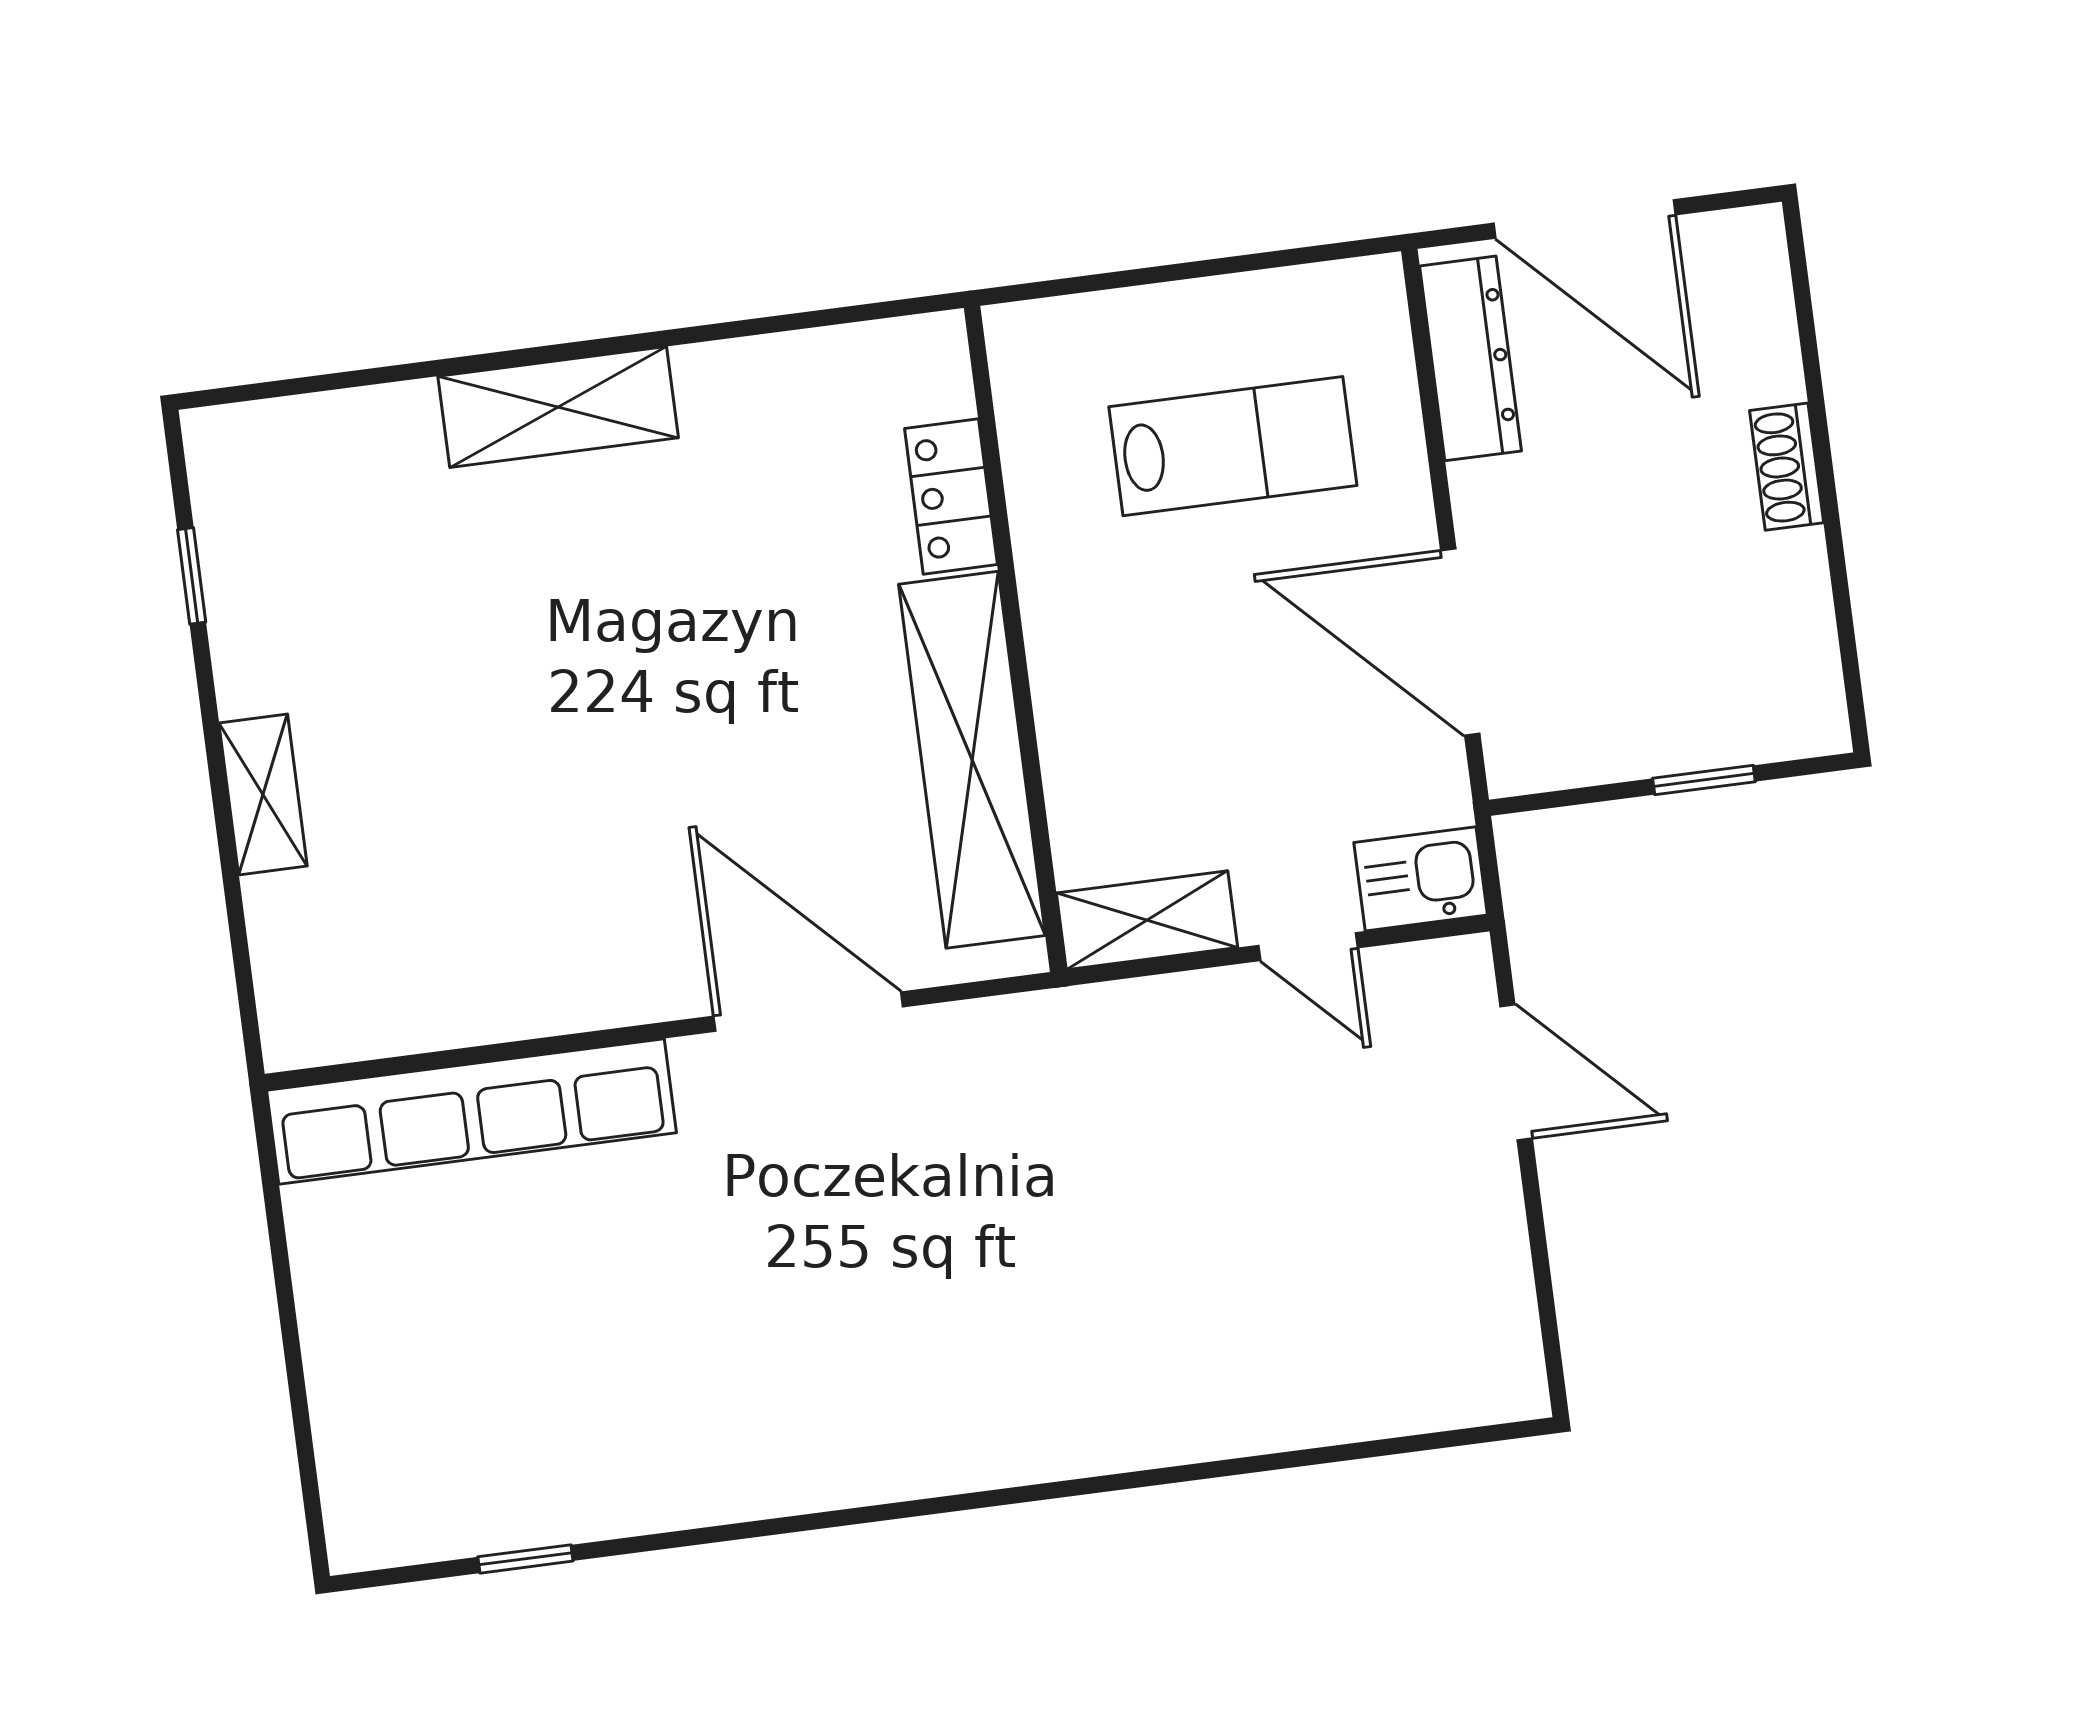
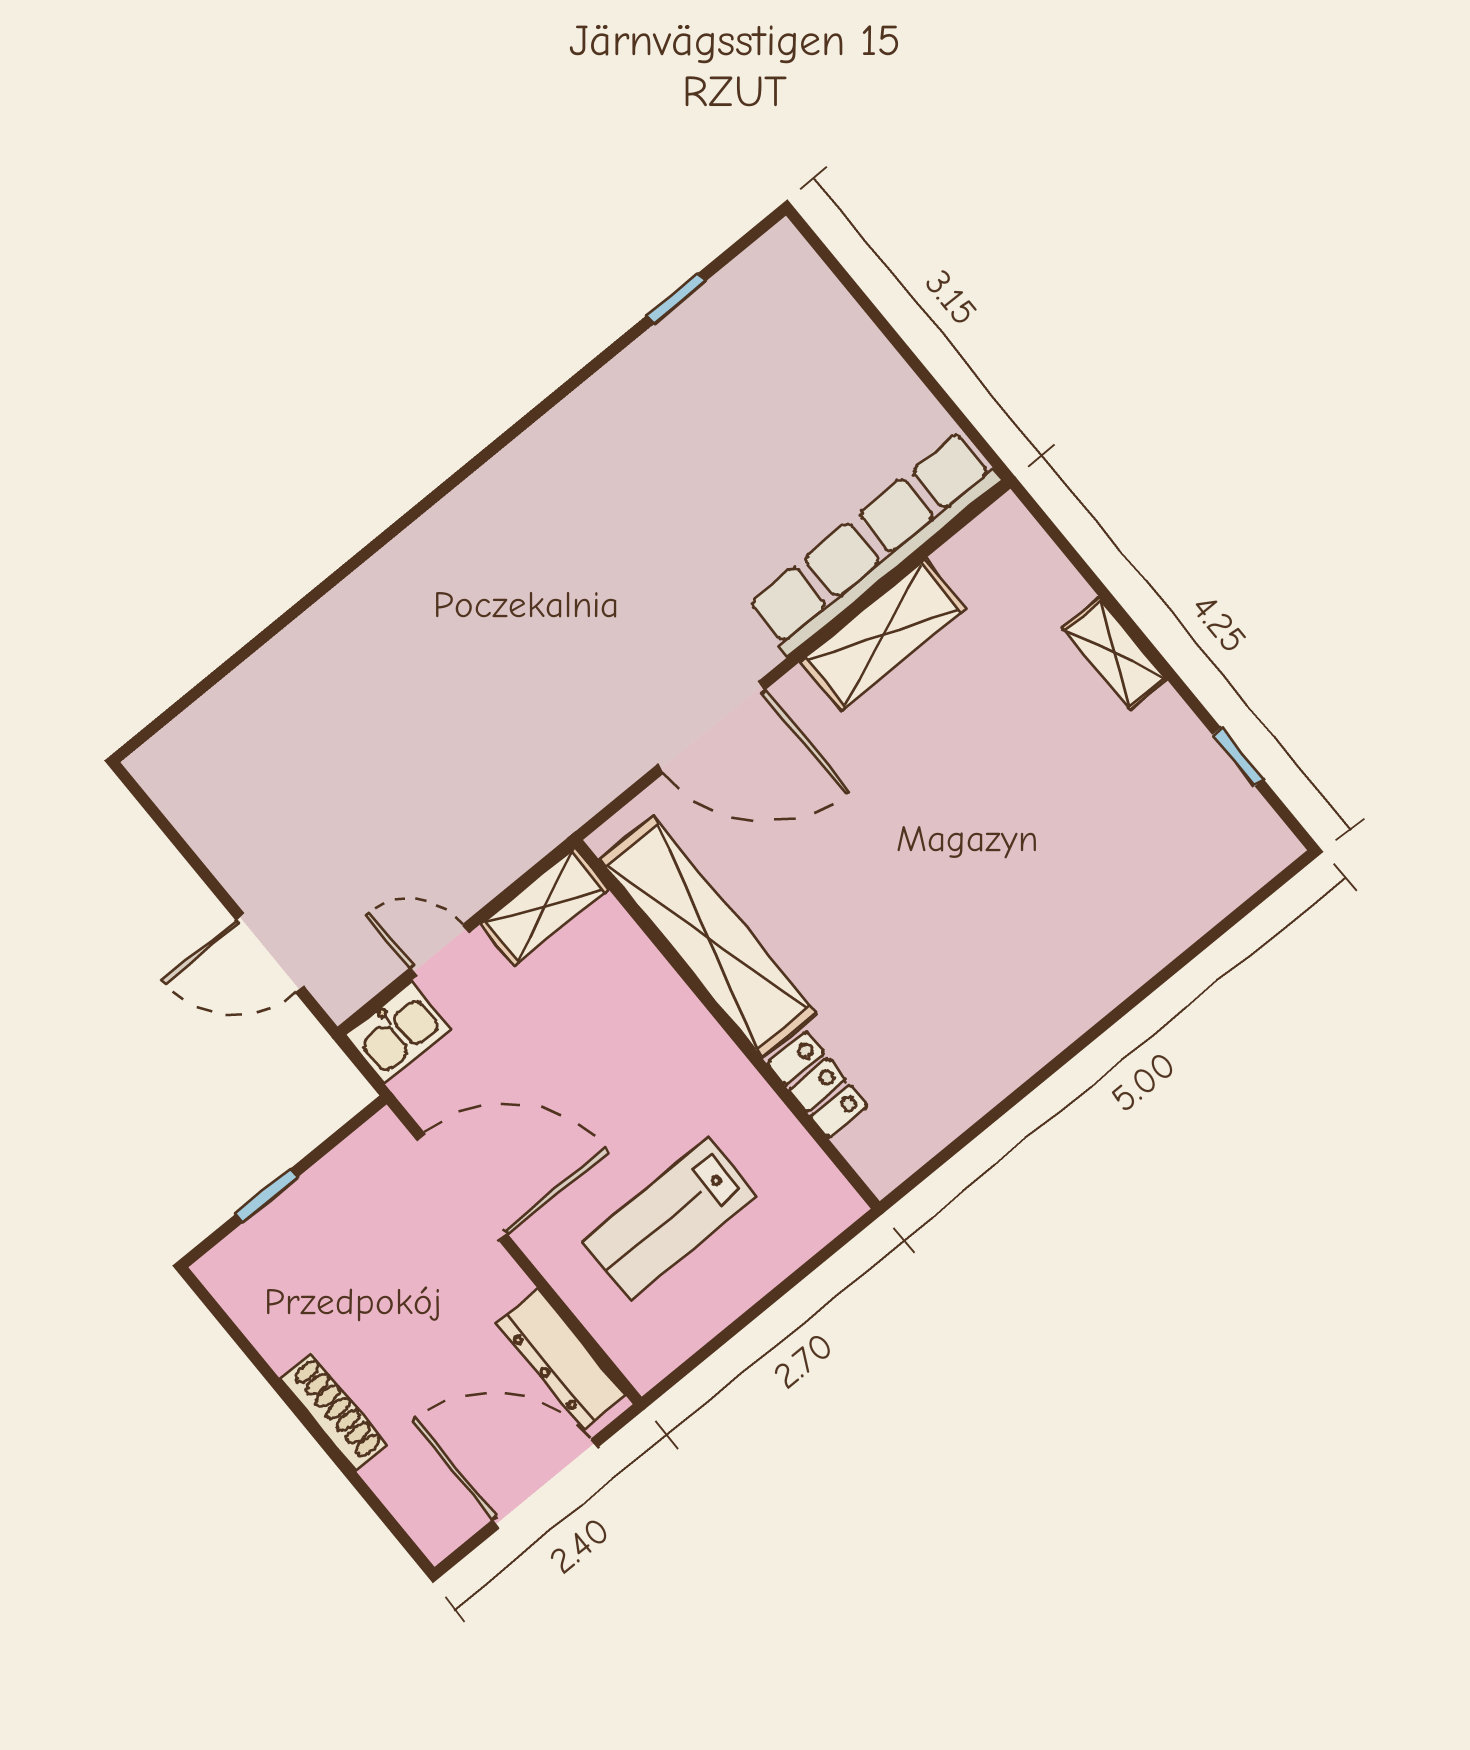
shelving: (558, 407) -> (883, 635), moved
shoe rack: (1787, 467) -> (334, 1412), width x1.43

